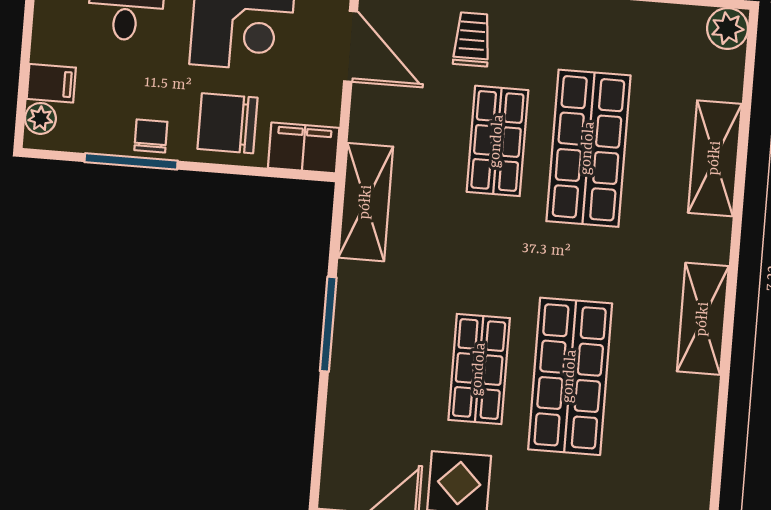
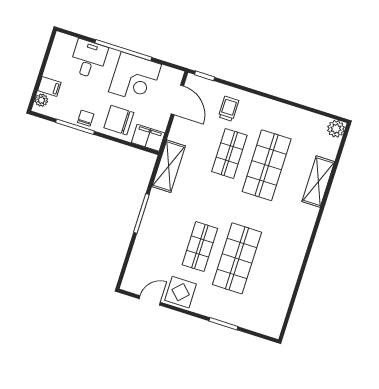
shelving: (703, 319) -> (298, 247), removed

